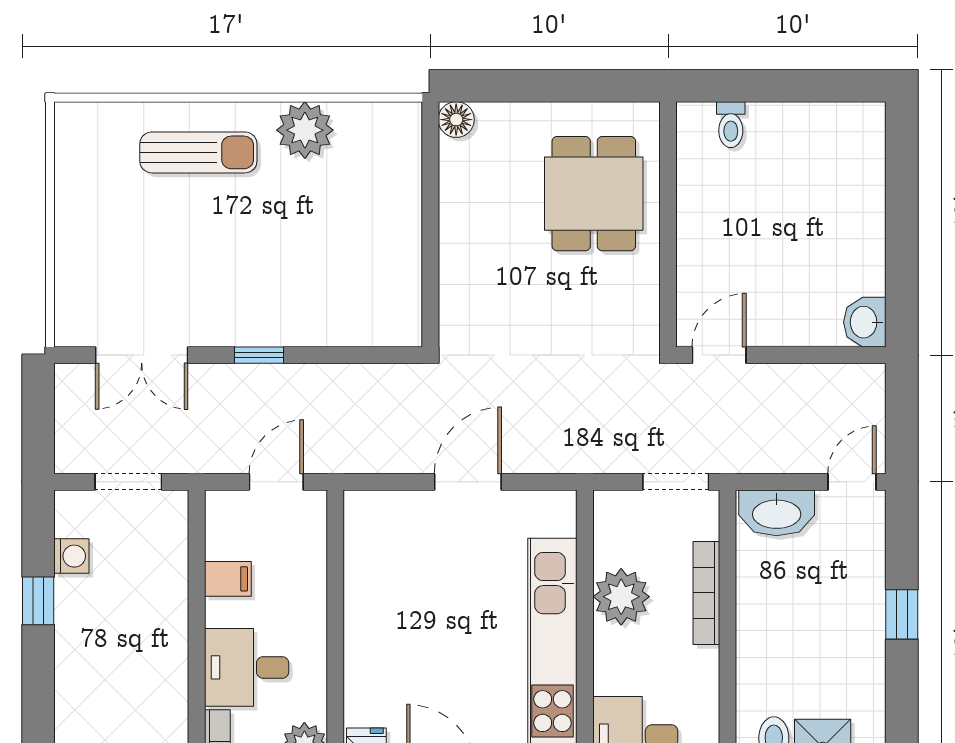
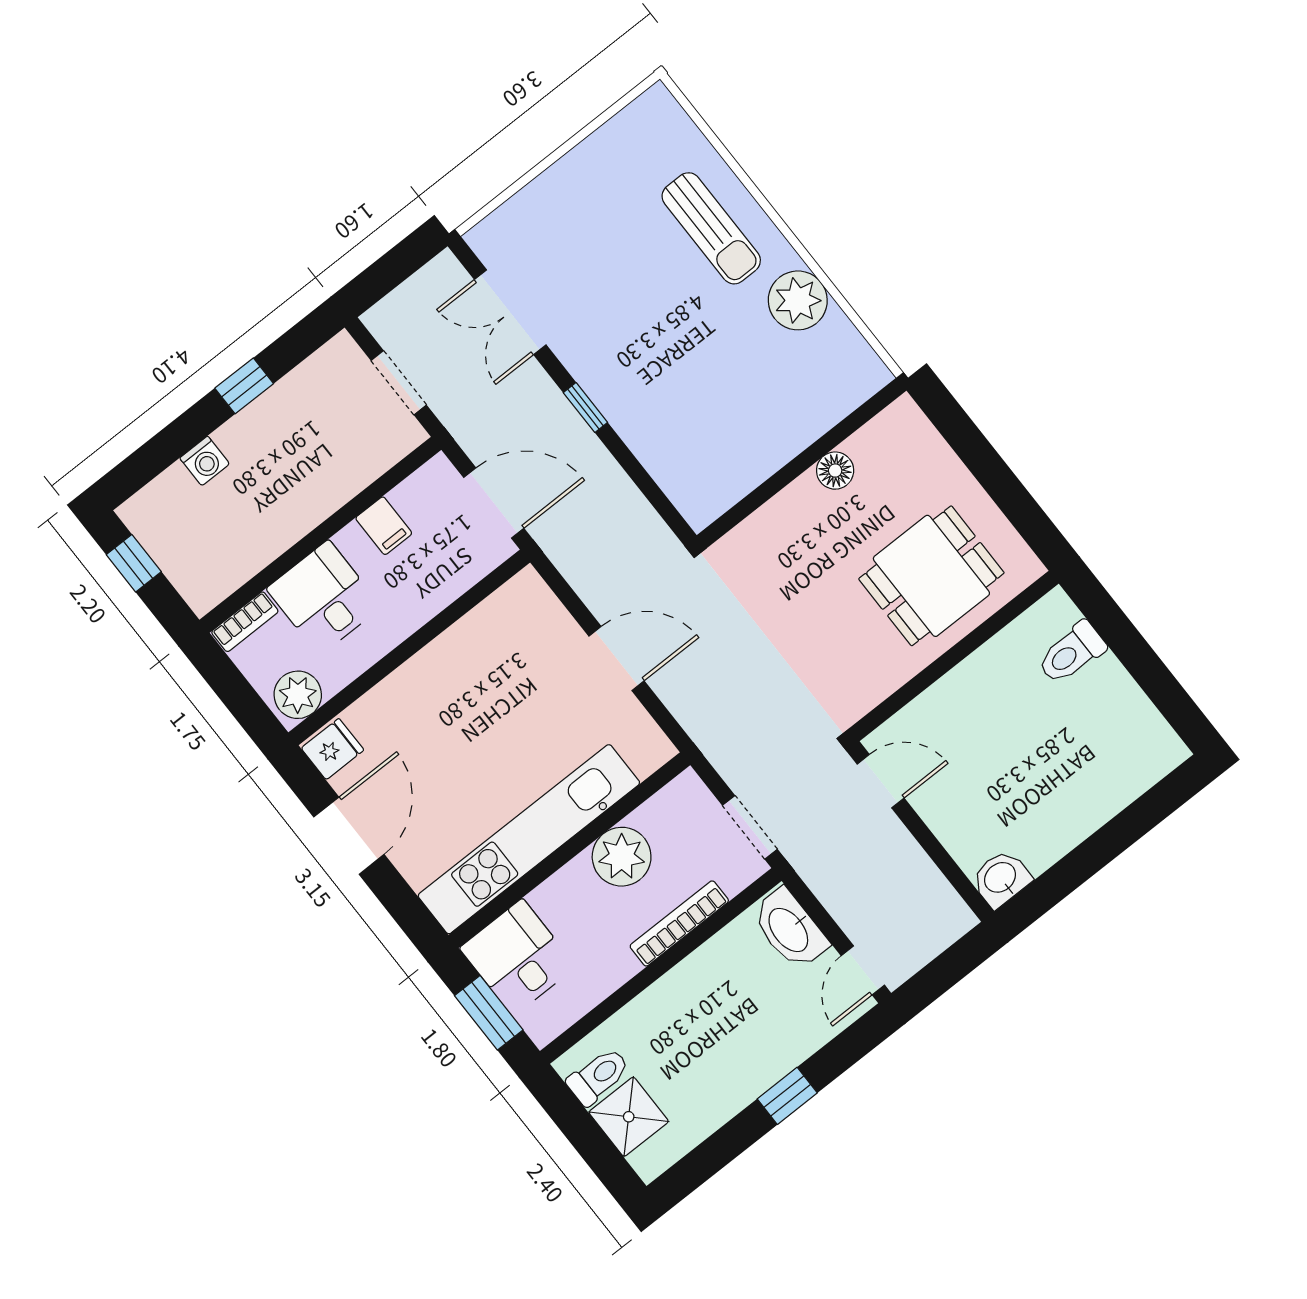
floor lamp: (456, 120) -> (835, 471), moved
toilet: (731, 125) -> (1071, 653), width x1.37, depth x1.39
door: (276, 482) -> (494, 503), width x1.38
door: (852, 482) -> (863, 970), swing flipped
washing machine: (71, 556) -> (205, 461), moved

